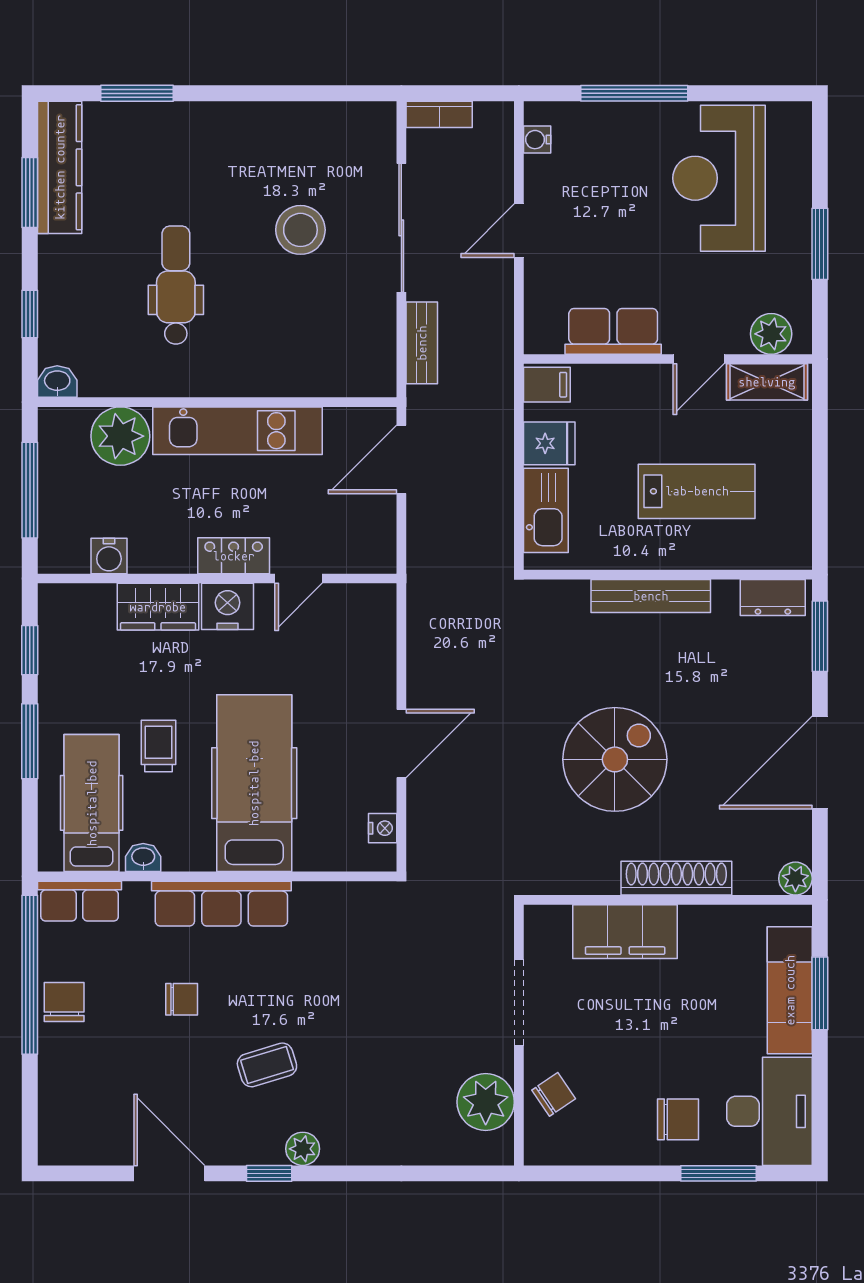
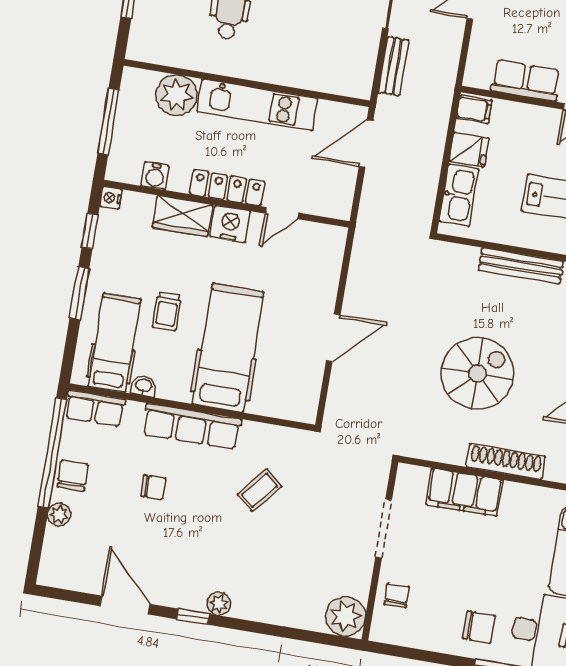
washbasin: (57, 382) -> (140, 51), removed
locker: (234, 556) -> (227, 188), width x1.53
trolley: (158, 746) -> (167, 311), turned 180
nightstand: (383, 828) -> (111, 198), moved, turned 180
plant: (54, 1060) -> (59, 514), added
coffee table: (267, 1065) -> (259, 490), moved, turned -33
chair: (554, 1094) -> (397, 595), turned -56
plant: (486, 1102) -> (345, 616), moved

